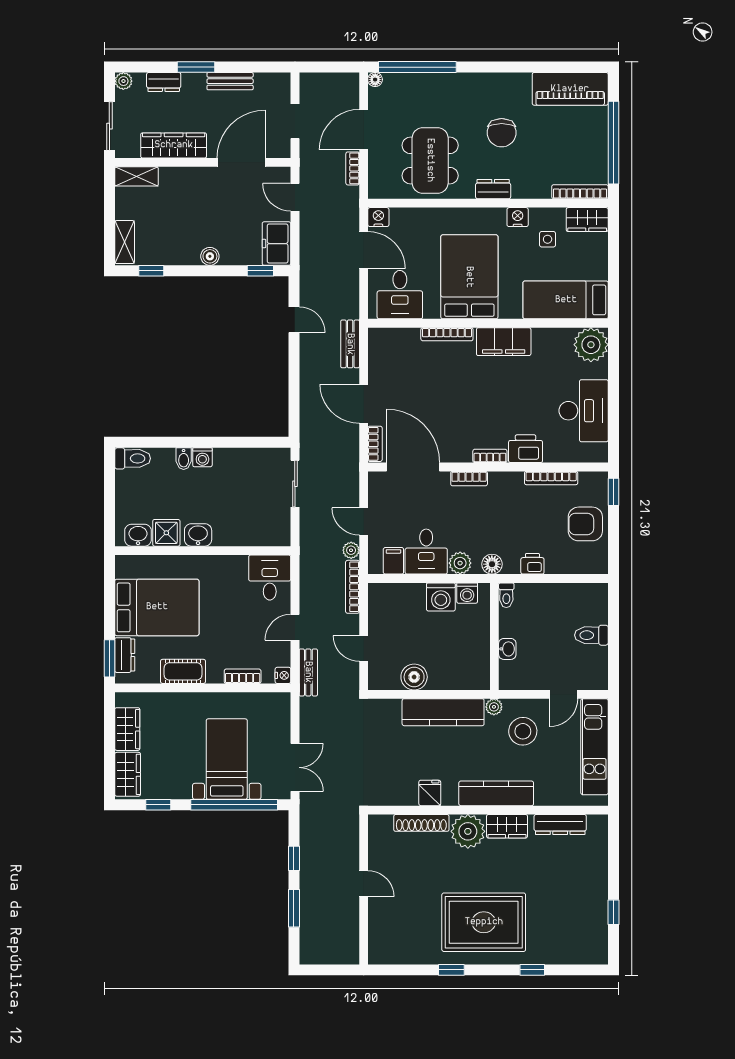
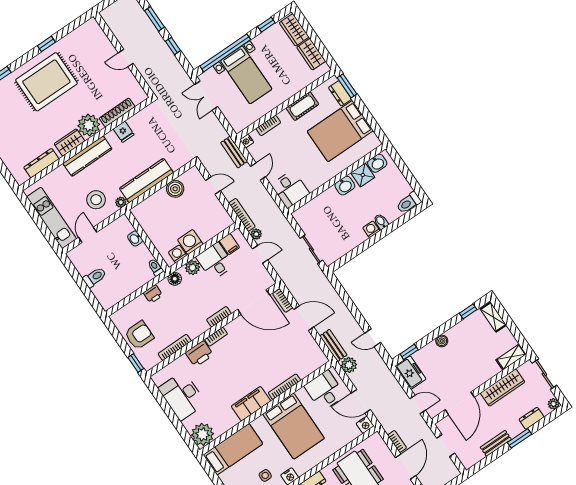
plant: (347, 306) -> (349, 365), added

